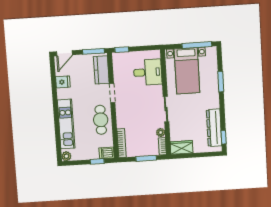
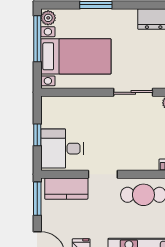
window: (122, 50) -> (37, 135), moved
plant: (211, 51) -> (48, 18), added
desk: (148, 72) -> (62, 149), moved, turned -90

